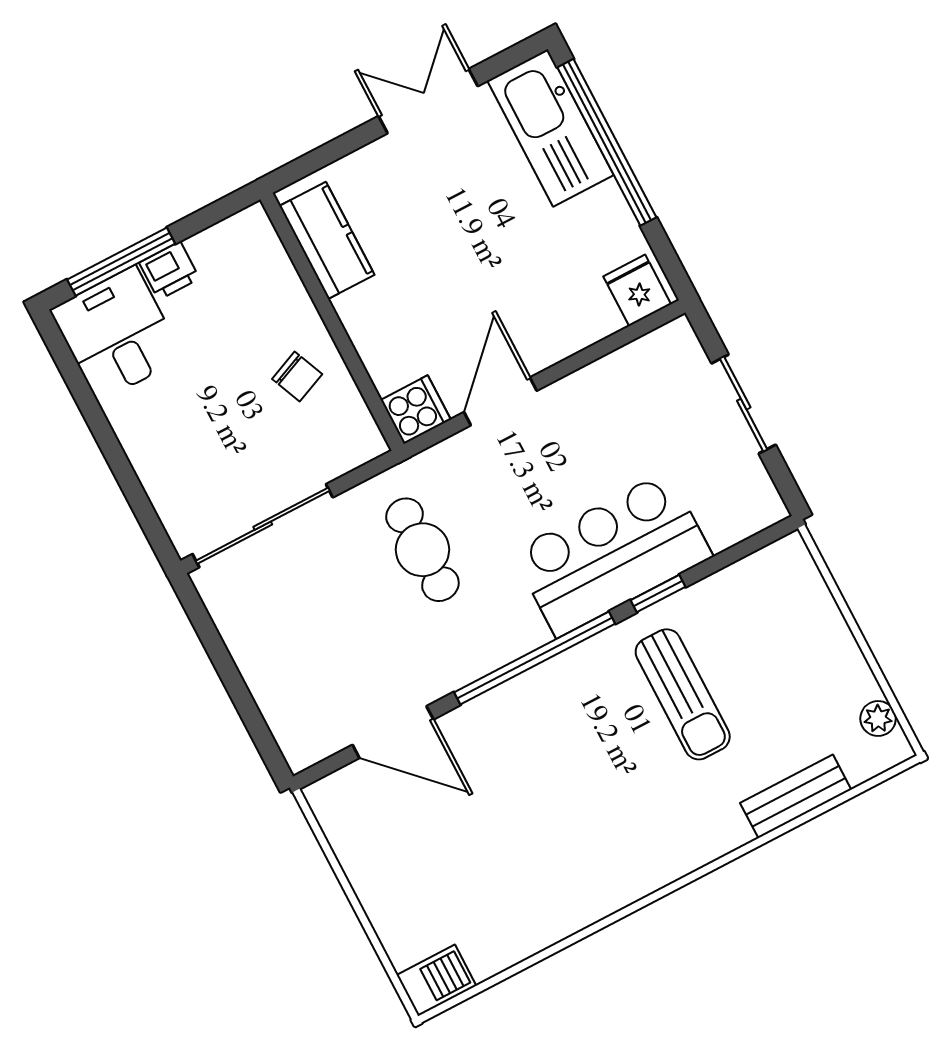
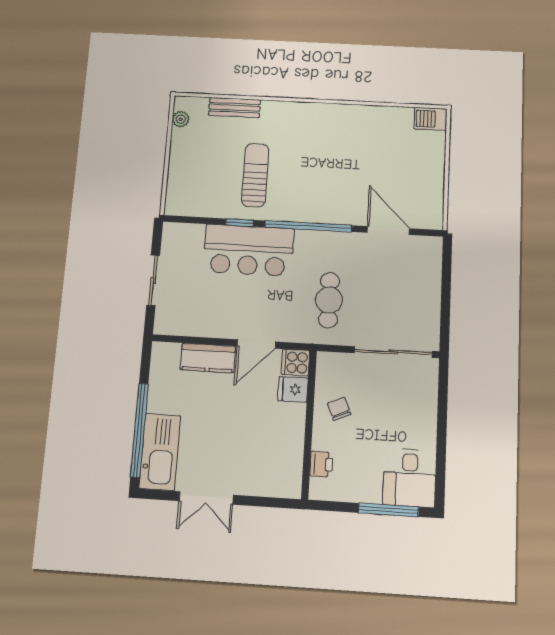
kitchen counter: (327, 240) -> (208, 358), moved, turned -90
printer: (169, 271) -> (321, 464), moved, turned 90
fridge: (637, 290) -> (293, 389), moved, turned 90

